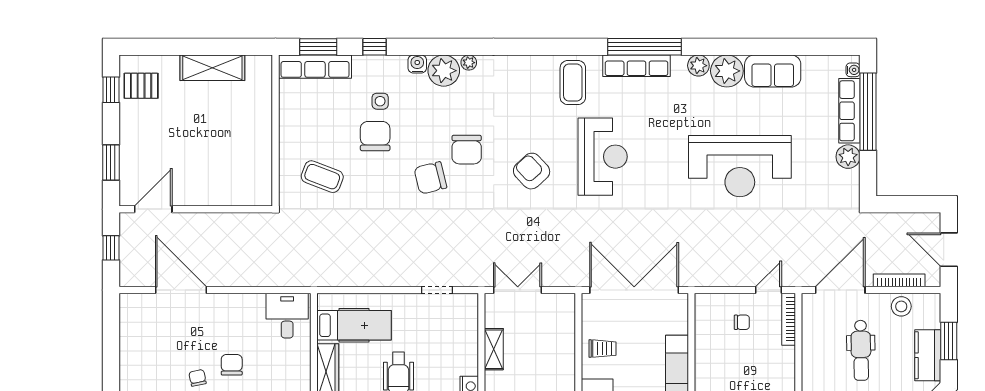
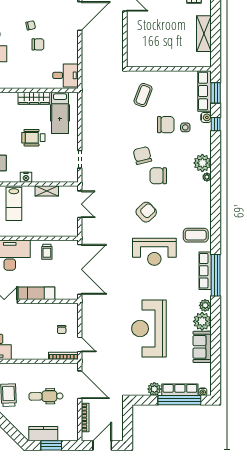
water cooler: (417, 64) -> (206, 117), moved
stool: (901, 306) -> (71, 419), removed

